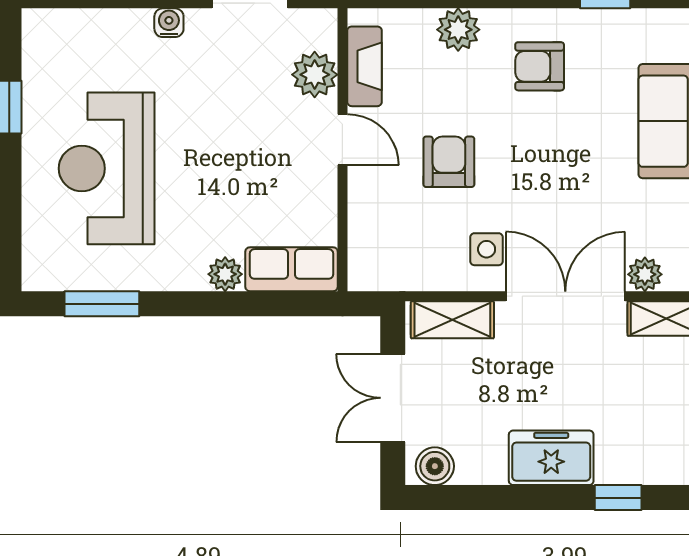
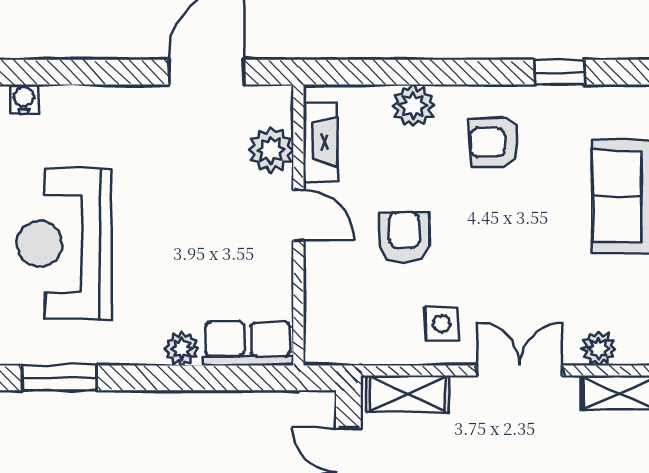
water cooler: (169, 23) -> (24, 99), moved
double door: (565, 296) -> (520, 371), width x0.73

